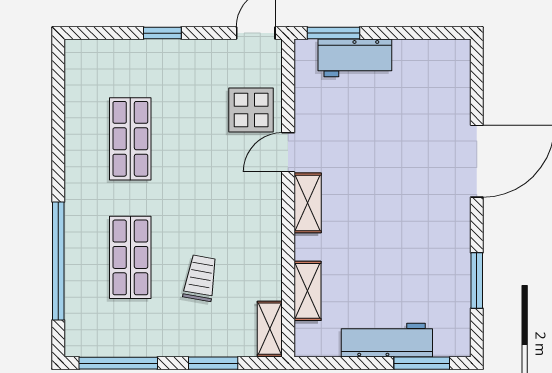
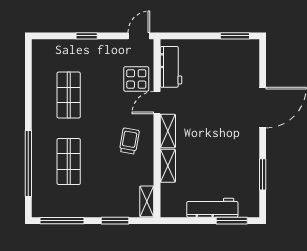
window: (333, 33) -> (235, 36), moved
workbench: (355, 58) -> (171, 67), moved, turned -90
trolley: (200, 278) -> (129, 141), moved
shelving: (307, 291) -> (168, 166), moved

